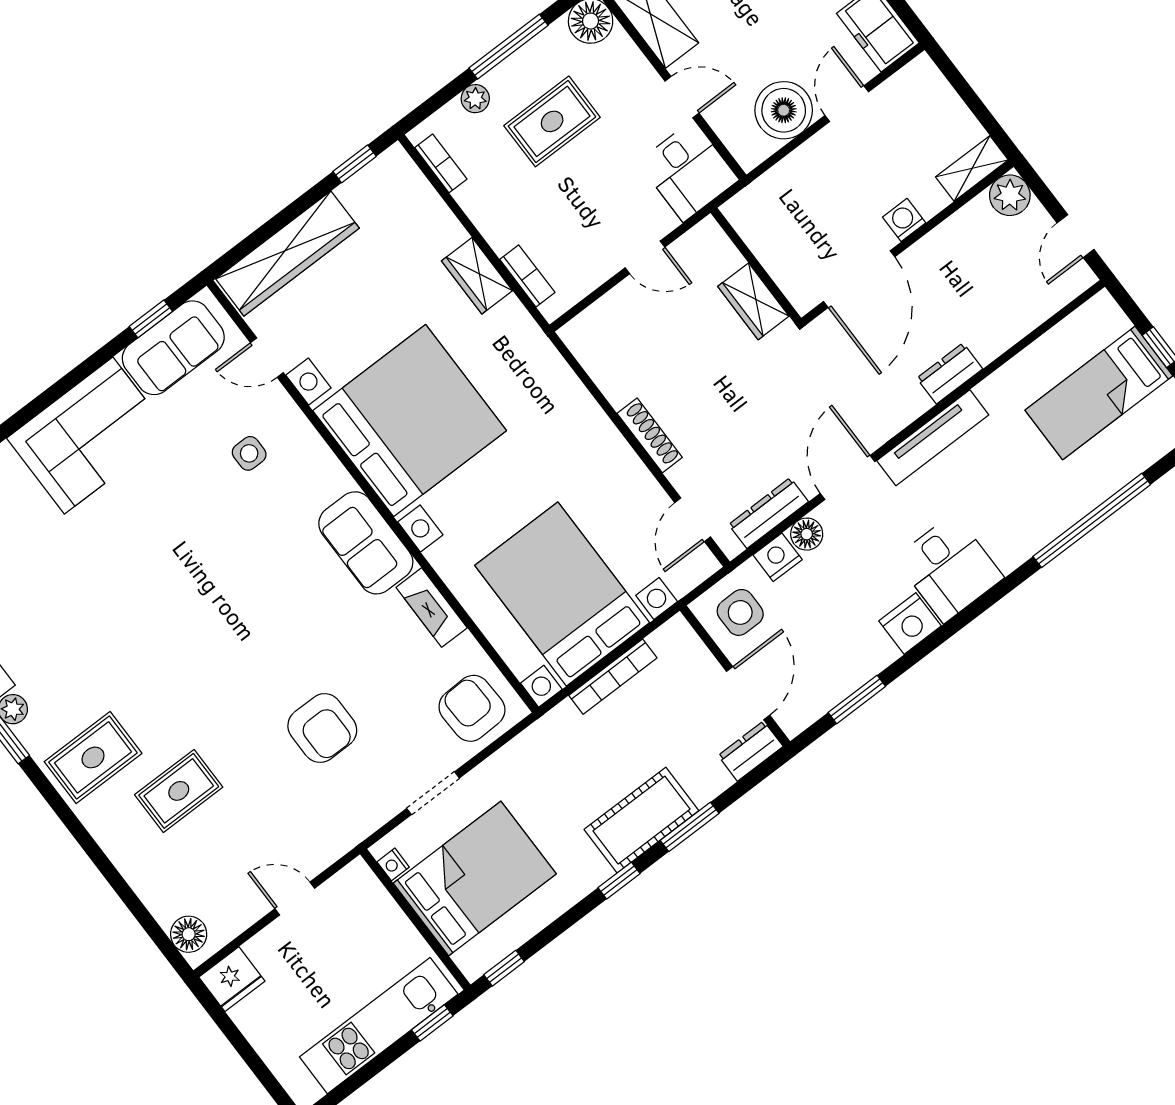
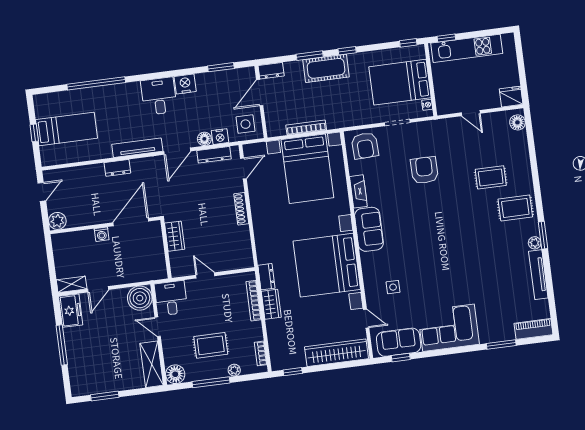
boiler: (784, 110) -> (140, 298), moved
shelving: (972, 168) -> (72, 284), moved
bookcase: (527, 276) -> (254, 301), width x1.56
dresser: (519, 326) -> (266, 277), added

